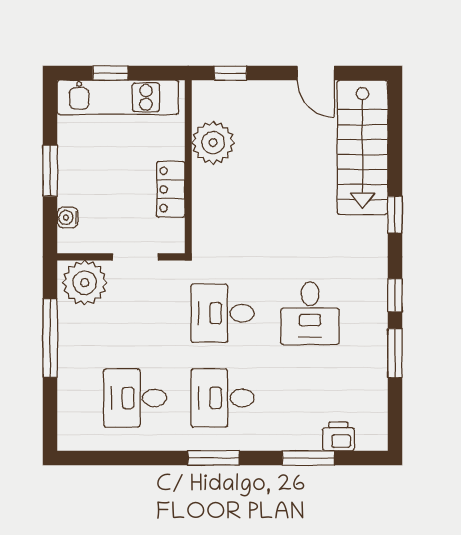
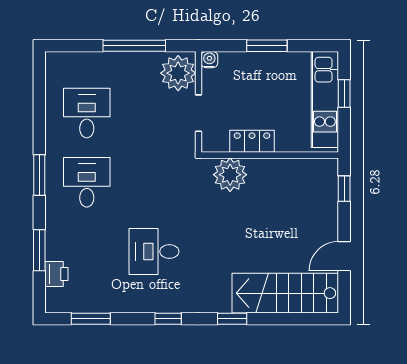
plant: (213, 143) -> (230, 175), moved
water cooler: (68, 218) -> (209, 60), moved
desk: (223, 313) -> (154, 182), removed
window: (395, 353) -> (91, 319), moved

